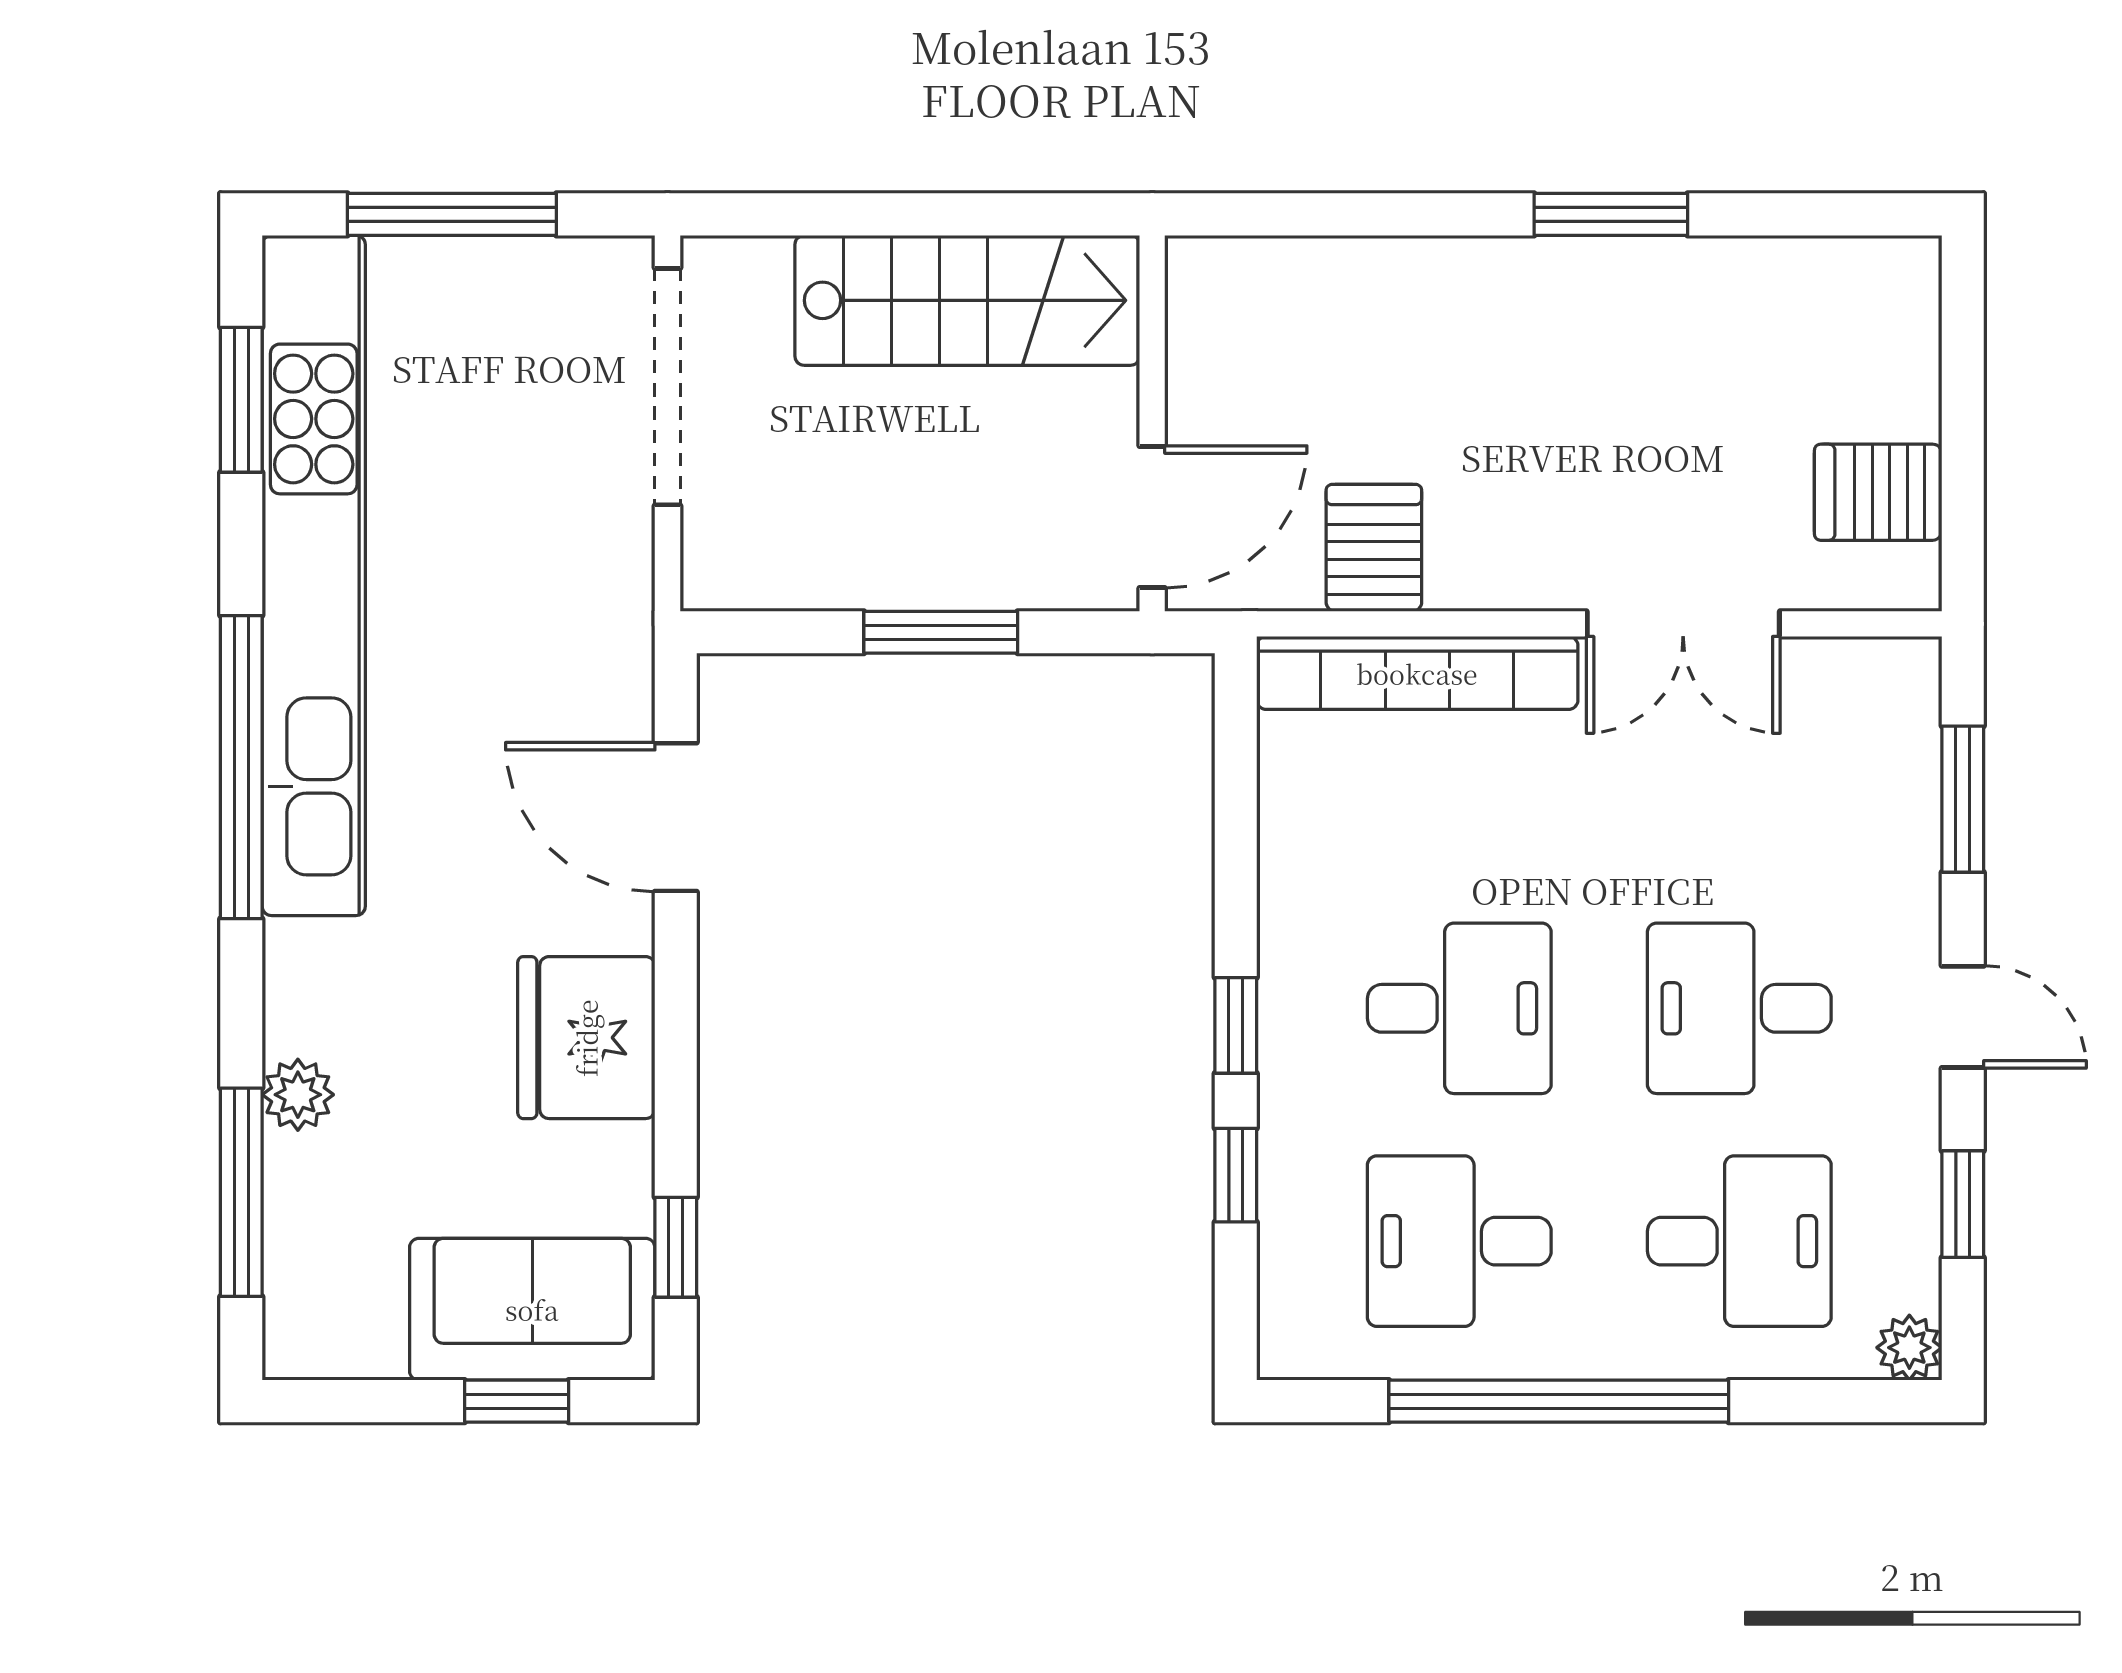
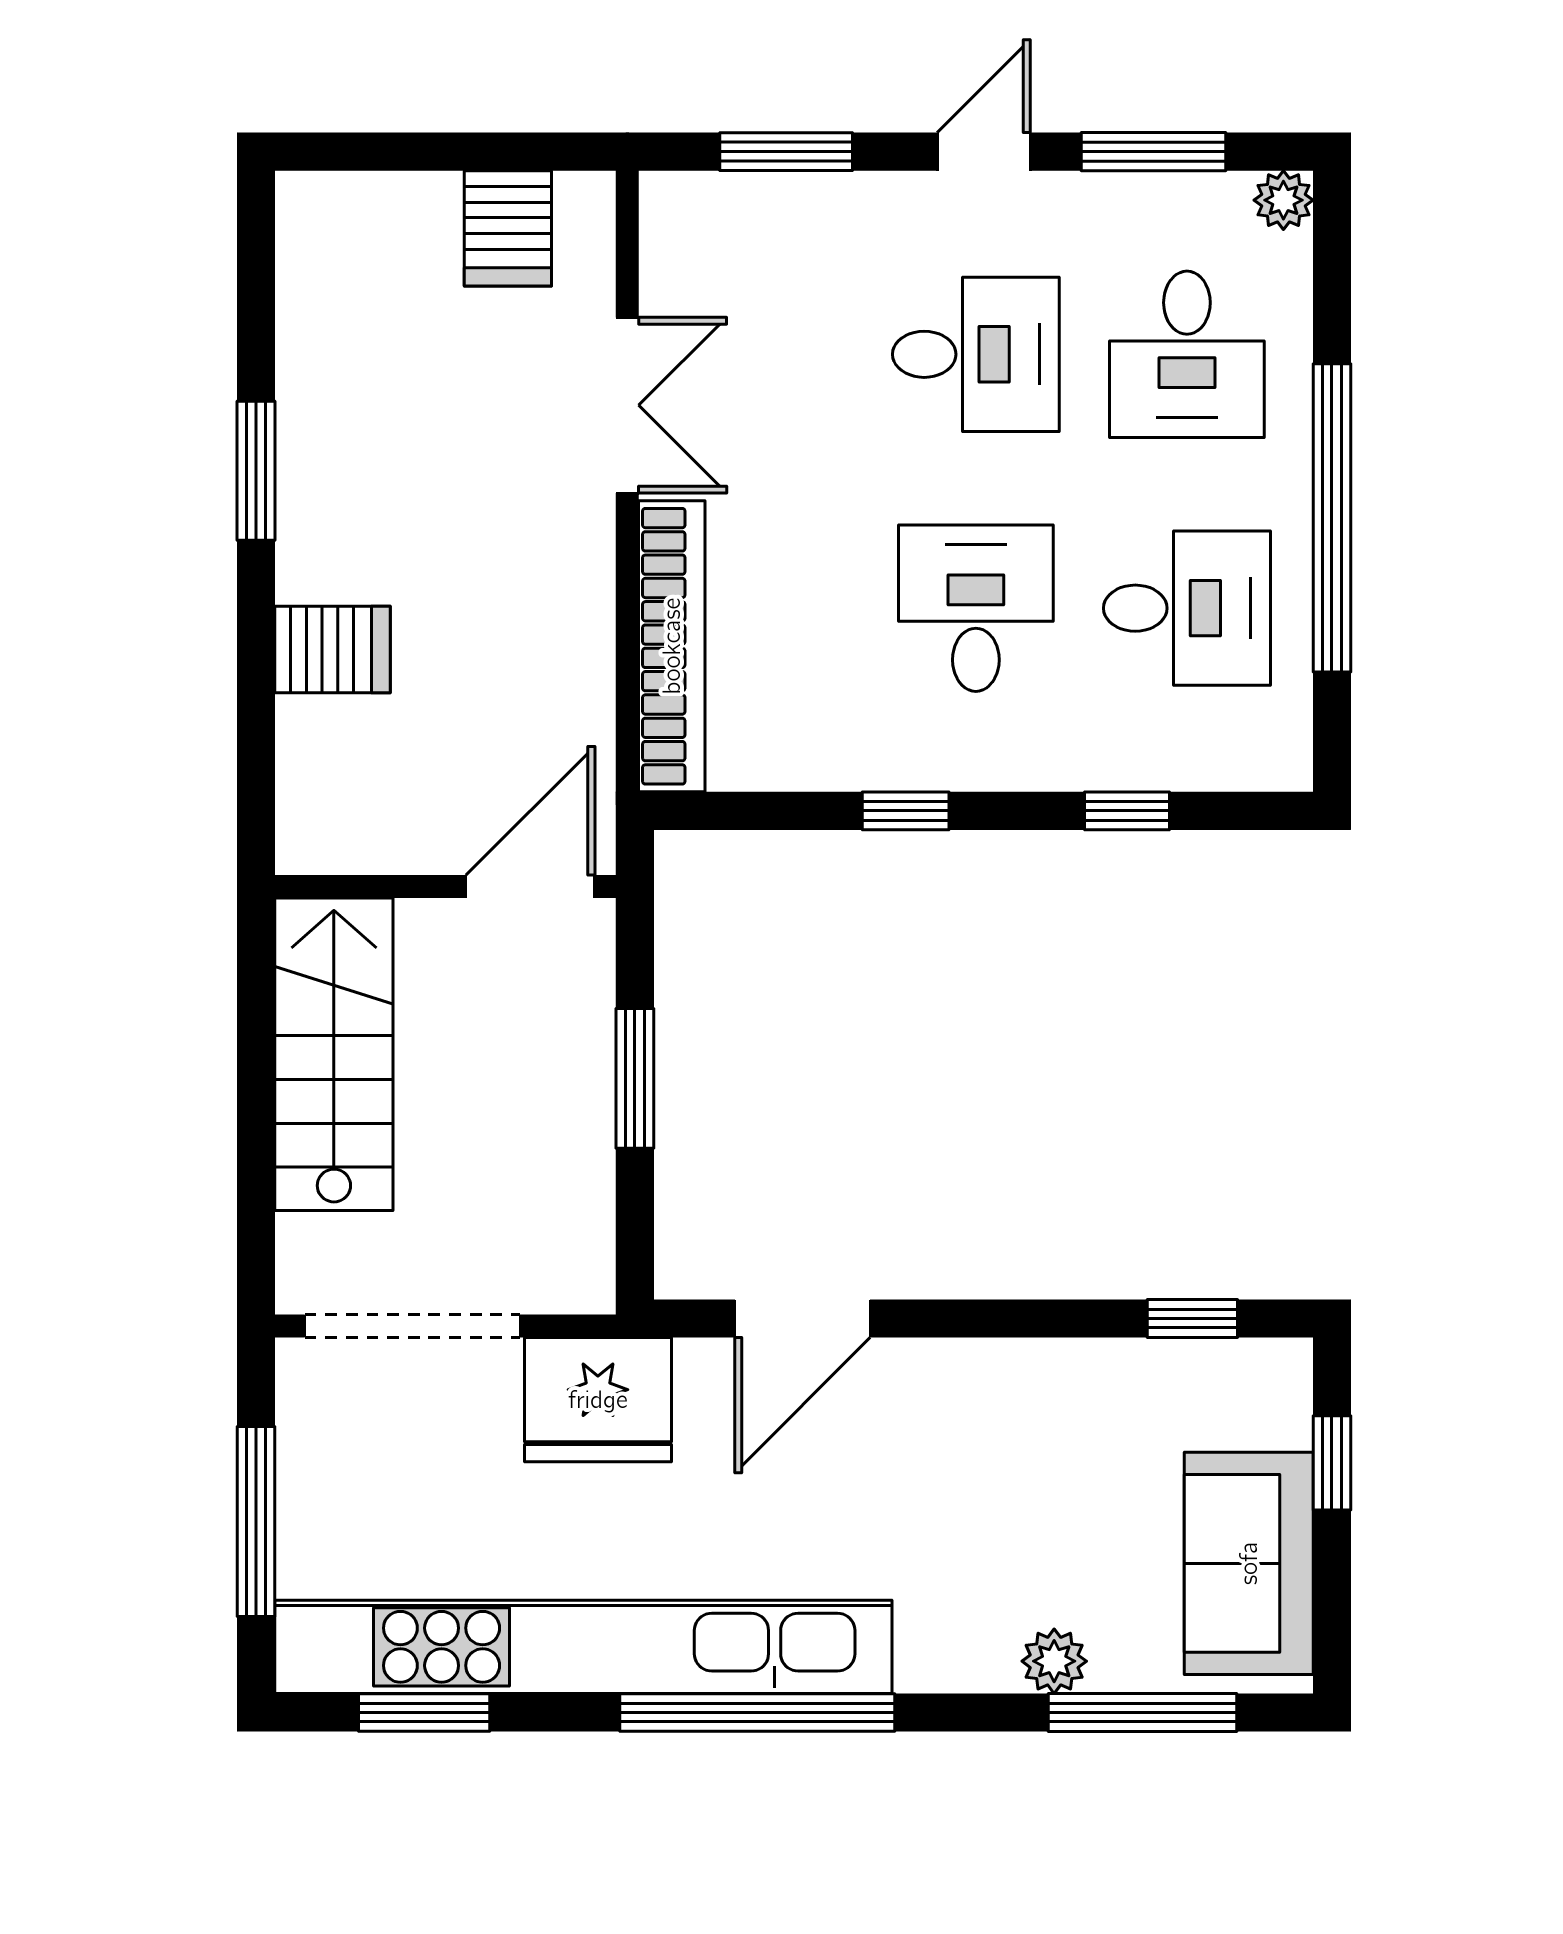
door: (1152, 517) -> (530, 887), hinge flipped
server rack: (1374, 548) -> (333, 650), moved, turned 180
desk: (1739, 1008) -> (976, 354), turned -90
window: (1236, 1025) -> (906, 811), moved
fridge: (586, 1038) -> (598, 1400), moved
window: (1963, 1204) -> (1153, 152), width x1.50
desk: (1459, 1241) -> (1187, 608), turned -90
desk: (1739, 1241) -> (1187, 354), turned 180
sofa: (532, 1309) -> (1249, 1563), moved

